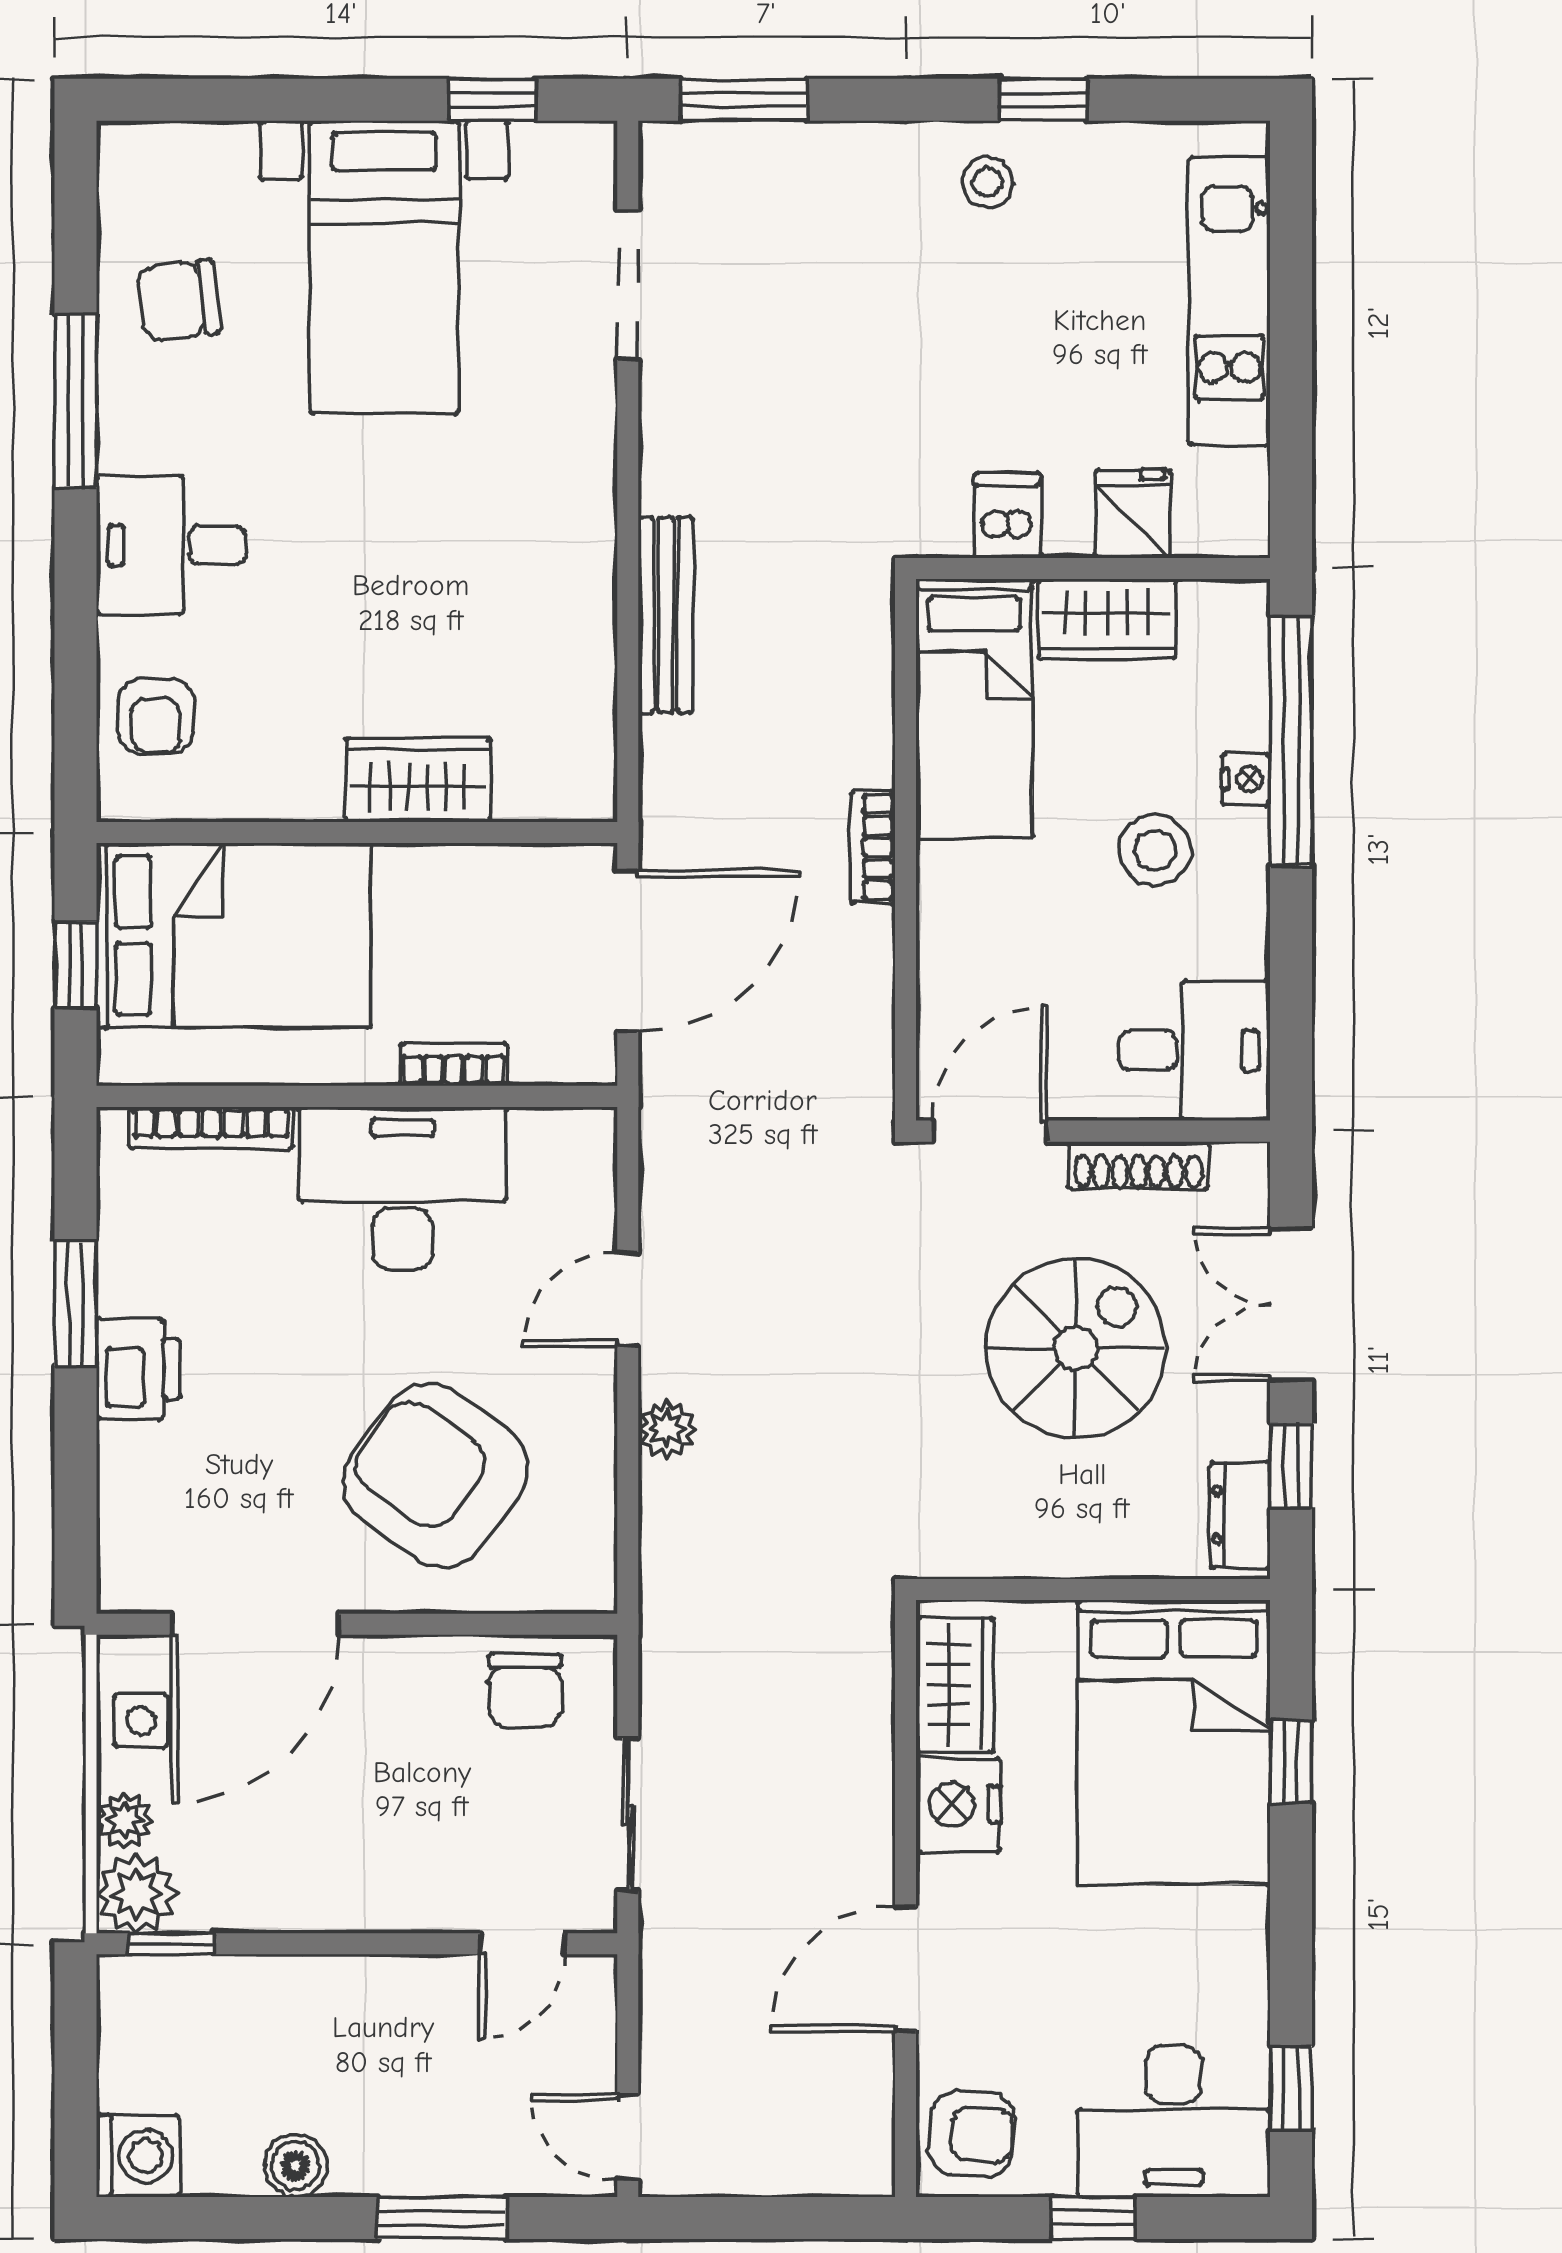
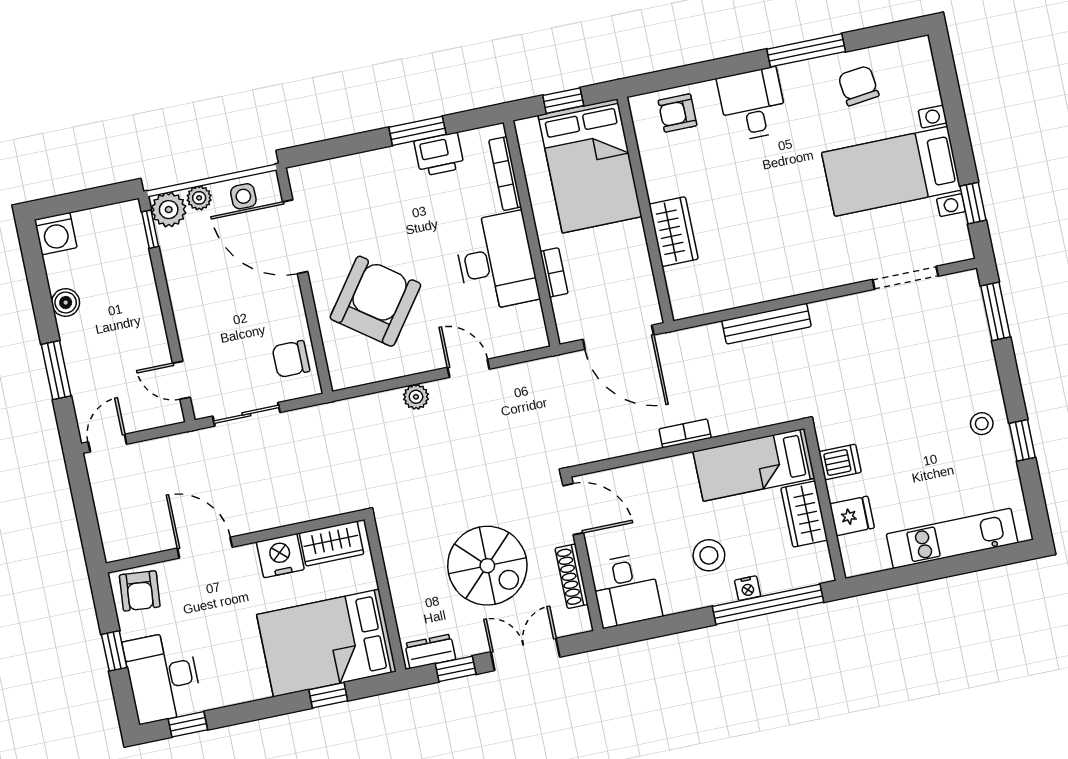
printer: (138, 1369) -> (439, 154), moved

